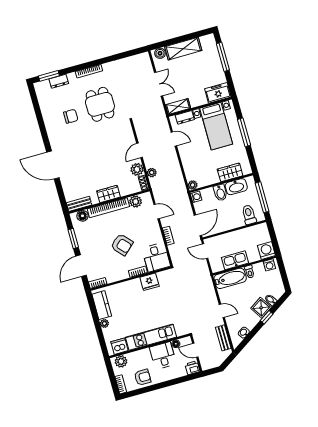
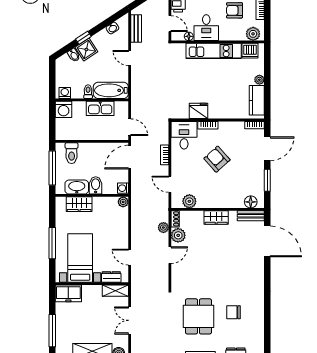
door: (53, 165) -> (267, 241), moved
bookcase: (108, 208) -> (220, 203), removed

